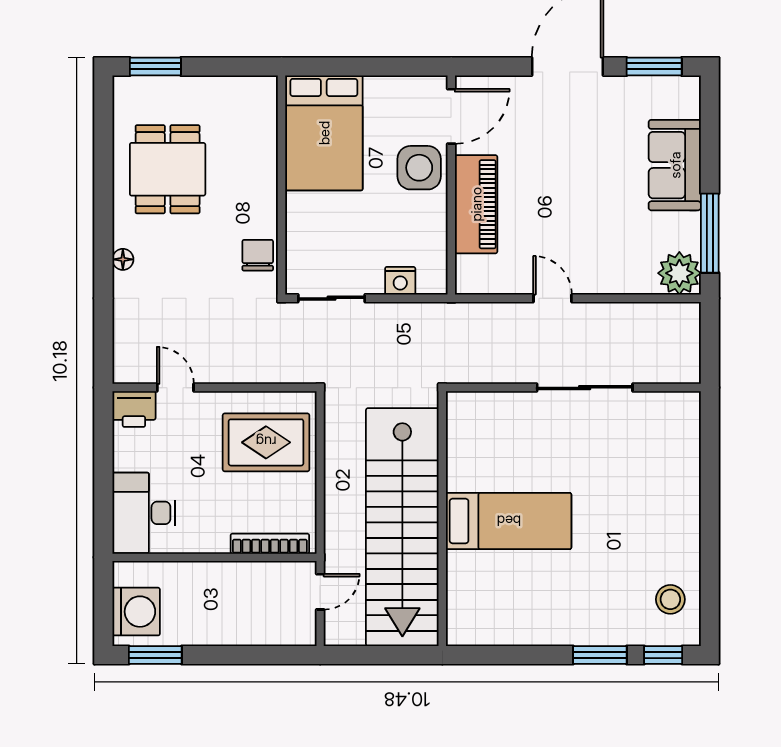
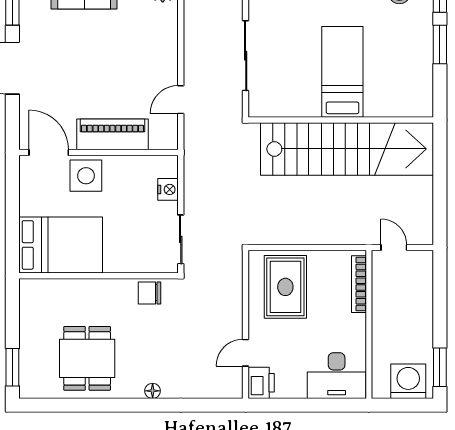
dining table: (168, 169) -> (87, 358), turned 90
door: (553, 298) -> (181, 100), moved
wall: (442, 519) -> (341, 120), moved
bed: (509, 521) -> (342, 72), moved
stairs: (402, 527) -> (347, 149), moved

